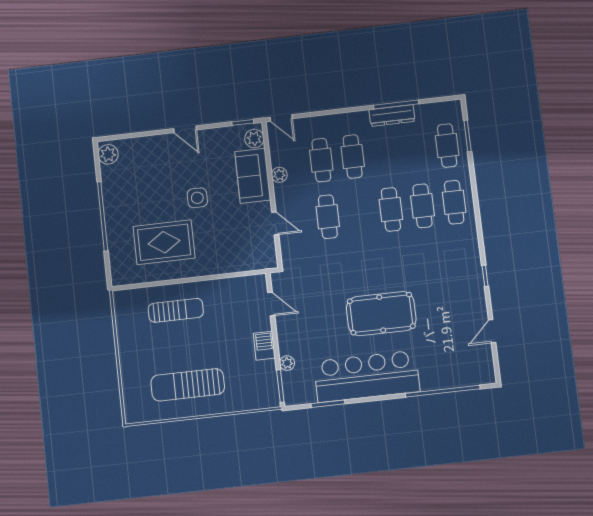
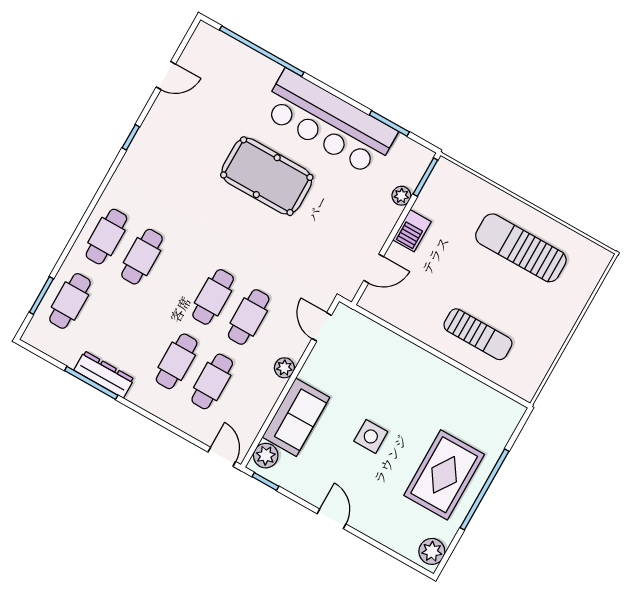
plant: (279, 175) -> (284, 368), moved
cafe table: (391, 209) -> (213, 297), moved
door: (275, 223) -> (322, 327), moved
rug: (164, 242) -> (444, 475), moved, turned 90
door: (271, 304) -> (374, 269), swing flipped
sun lounger: (176, 310) -> (478, 334), turned 180
sun lounger: (188, 385) -> (521, 248), turned 180

